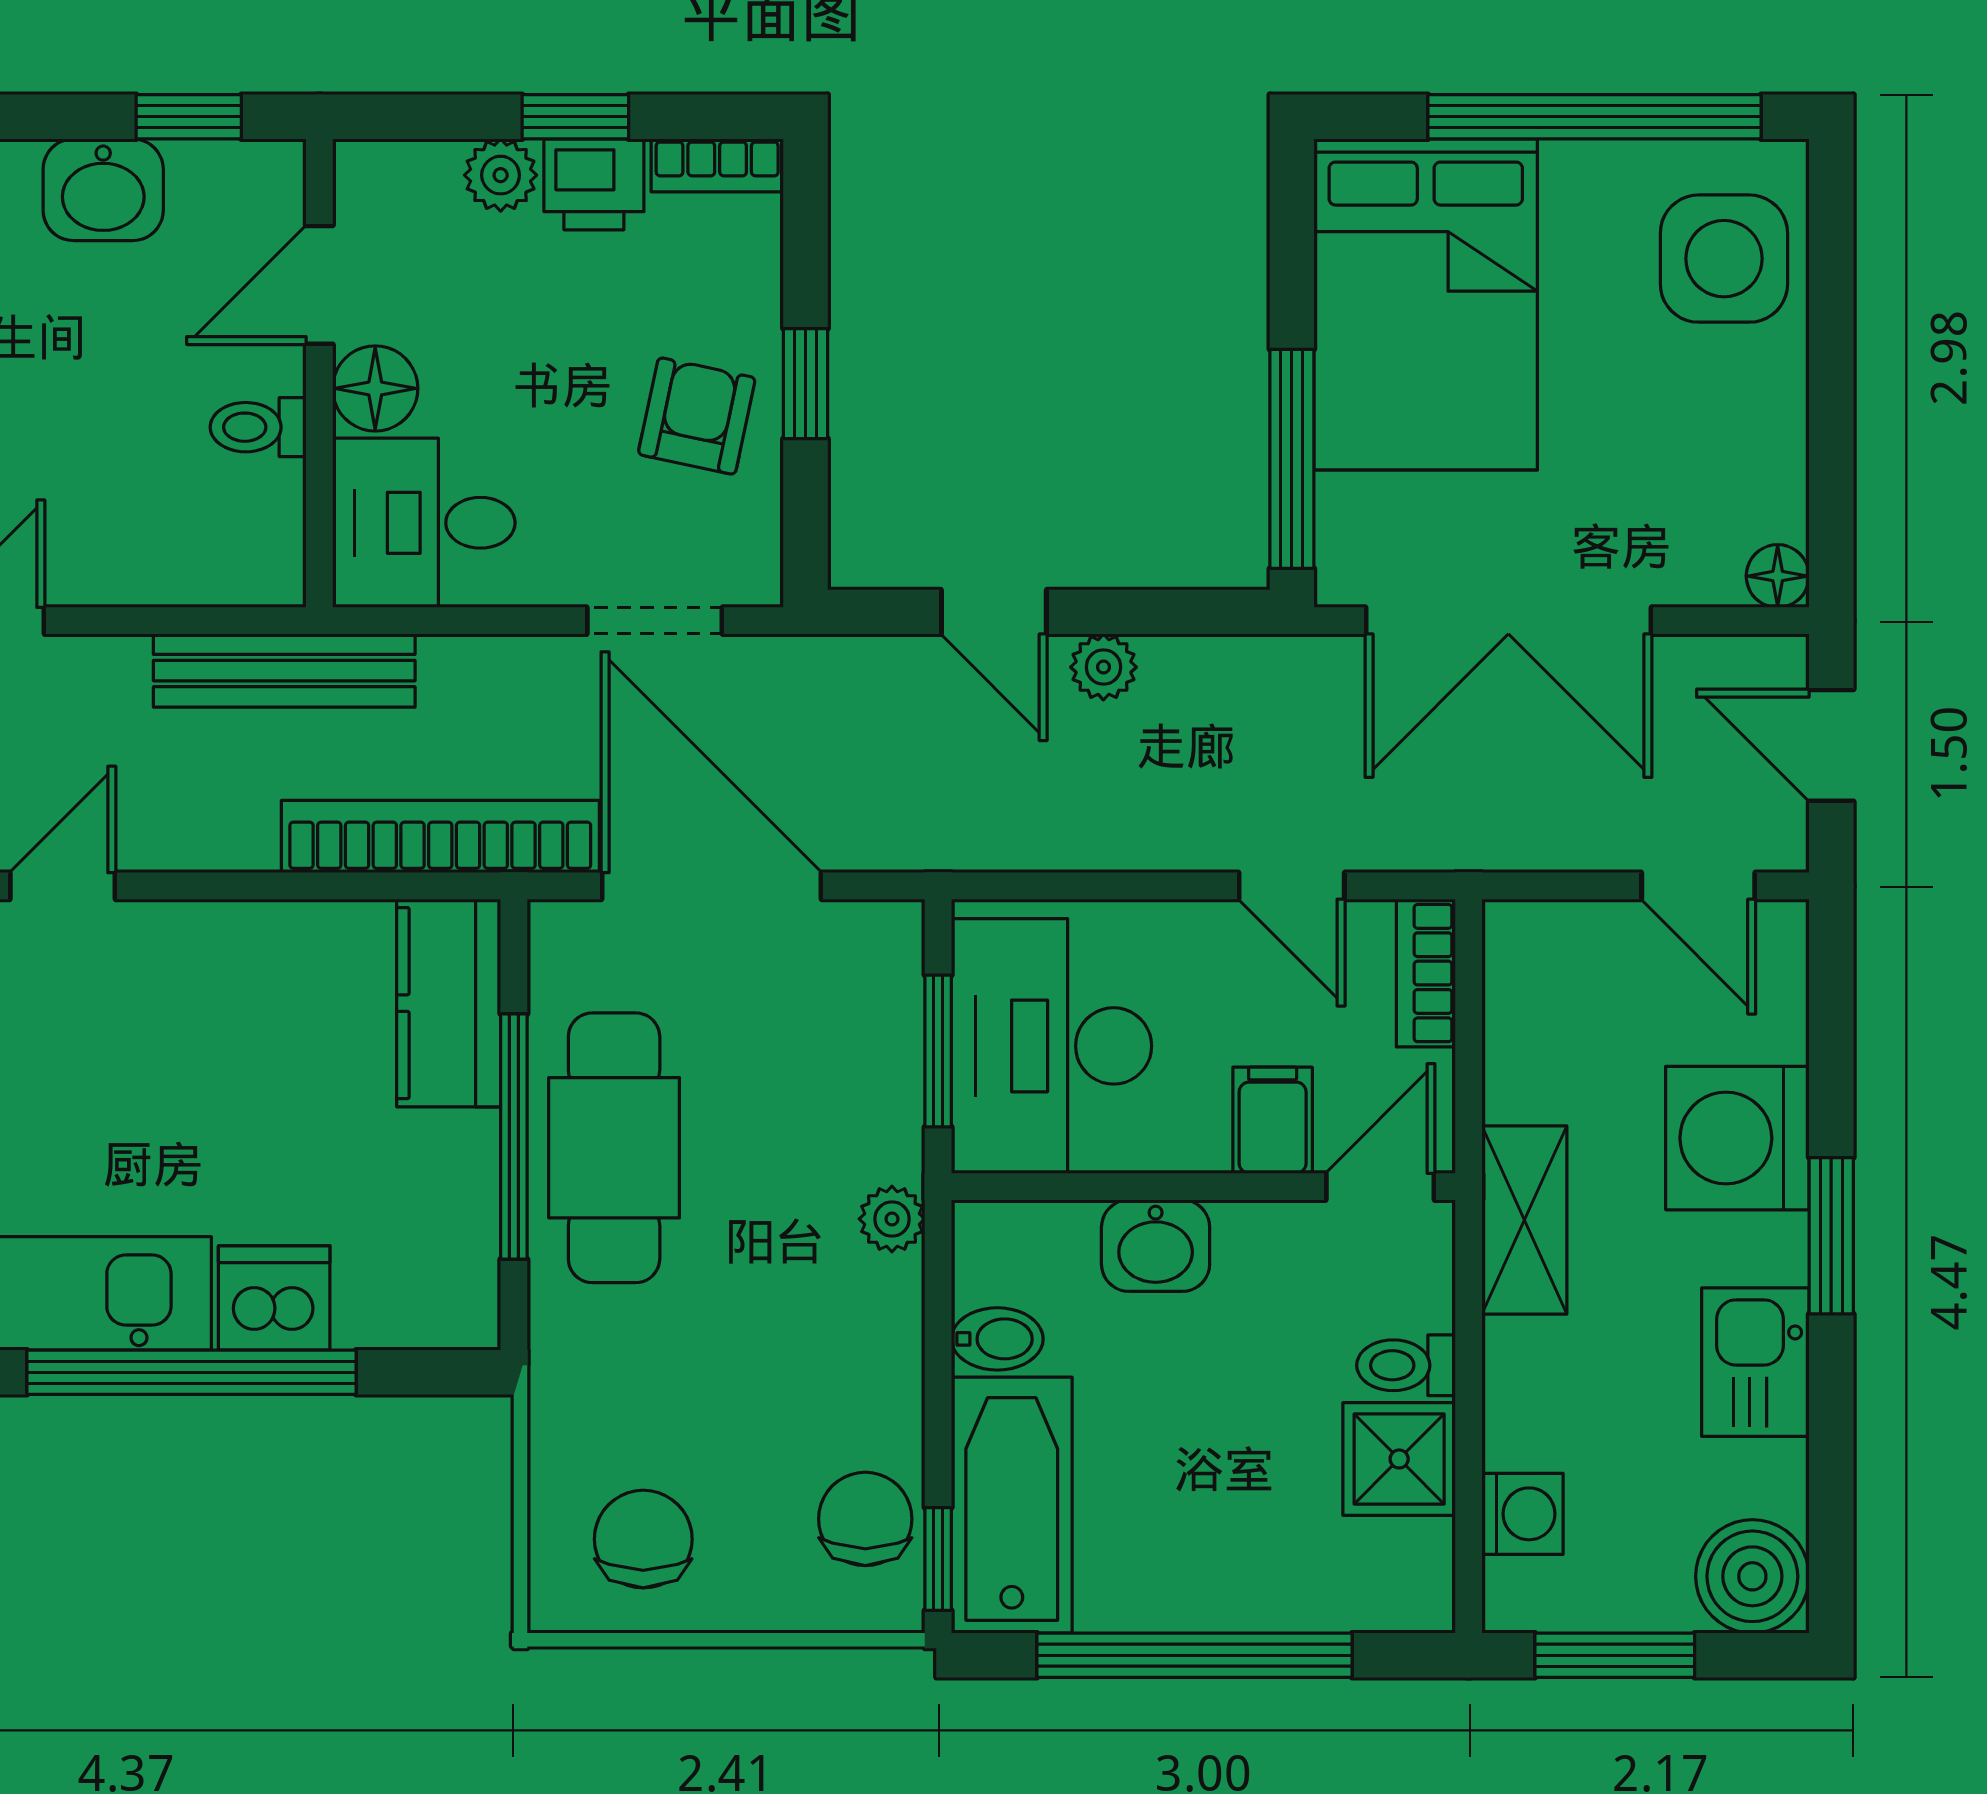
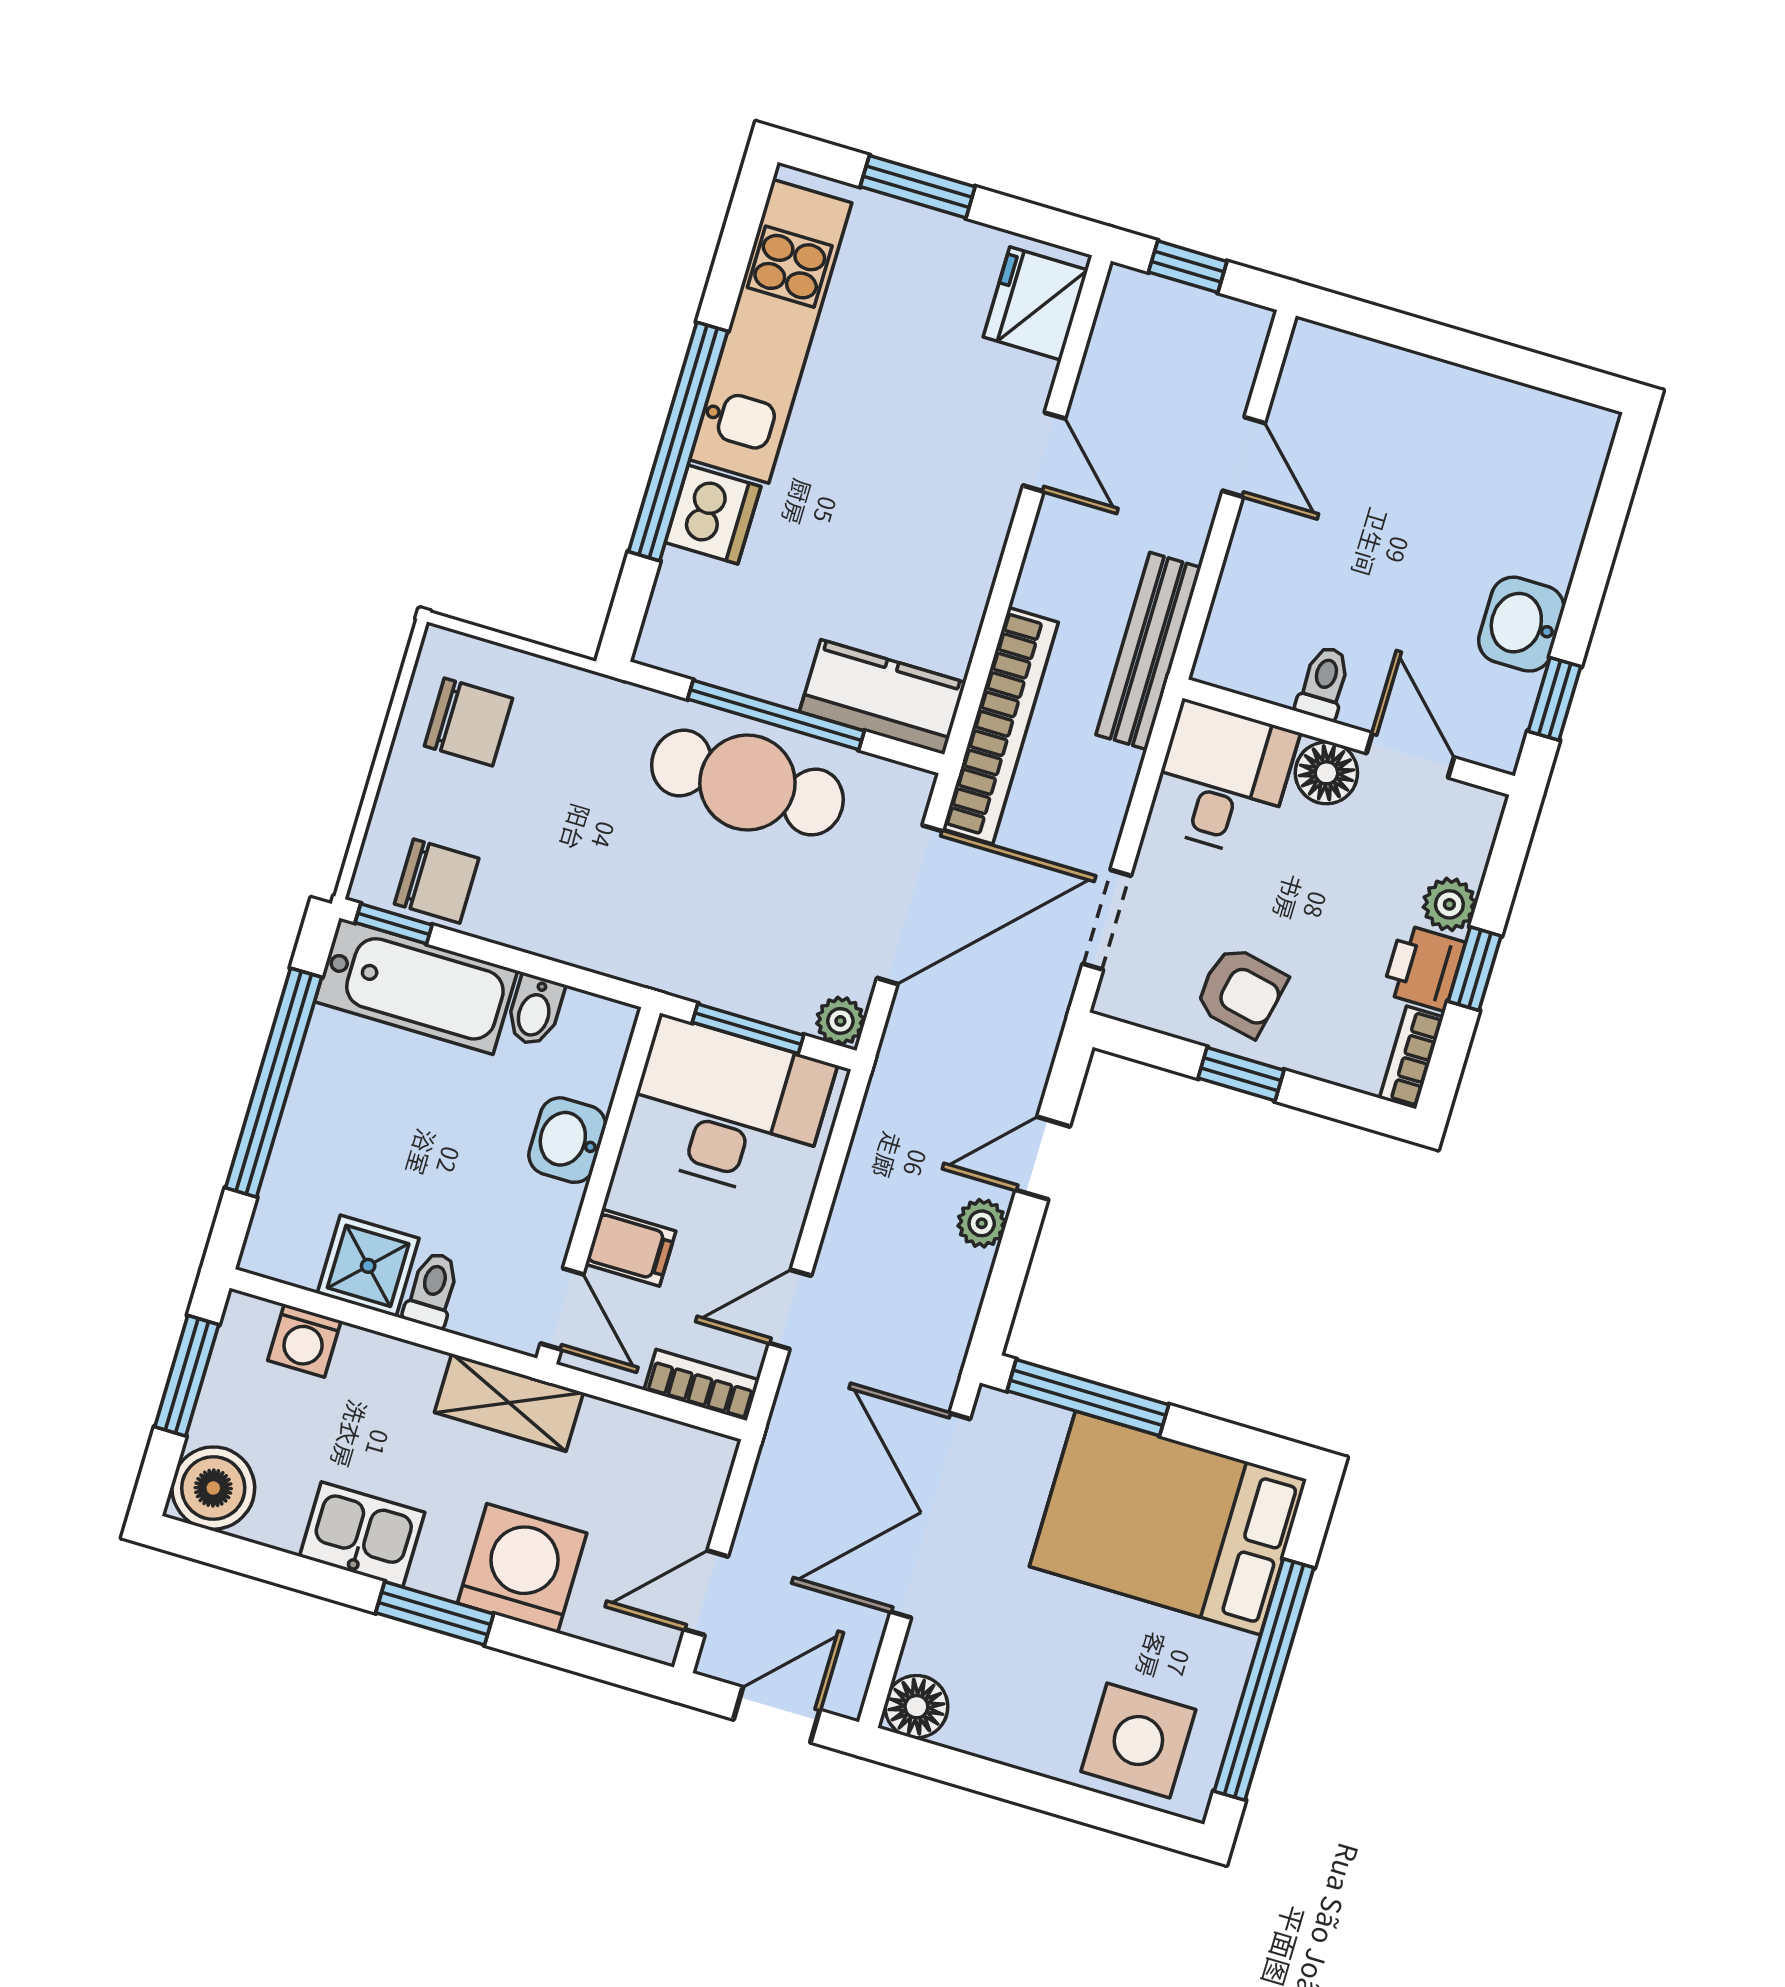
floor lamp: (1778, 576) -> (916, 1707), width x1.37, depth x1.37
plant: (892, 1219) -> (840, 1021), moved

